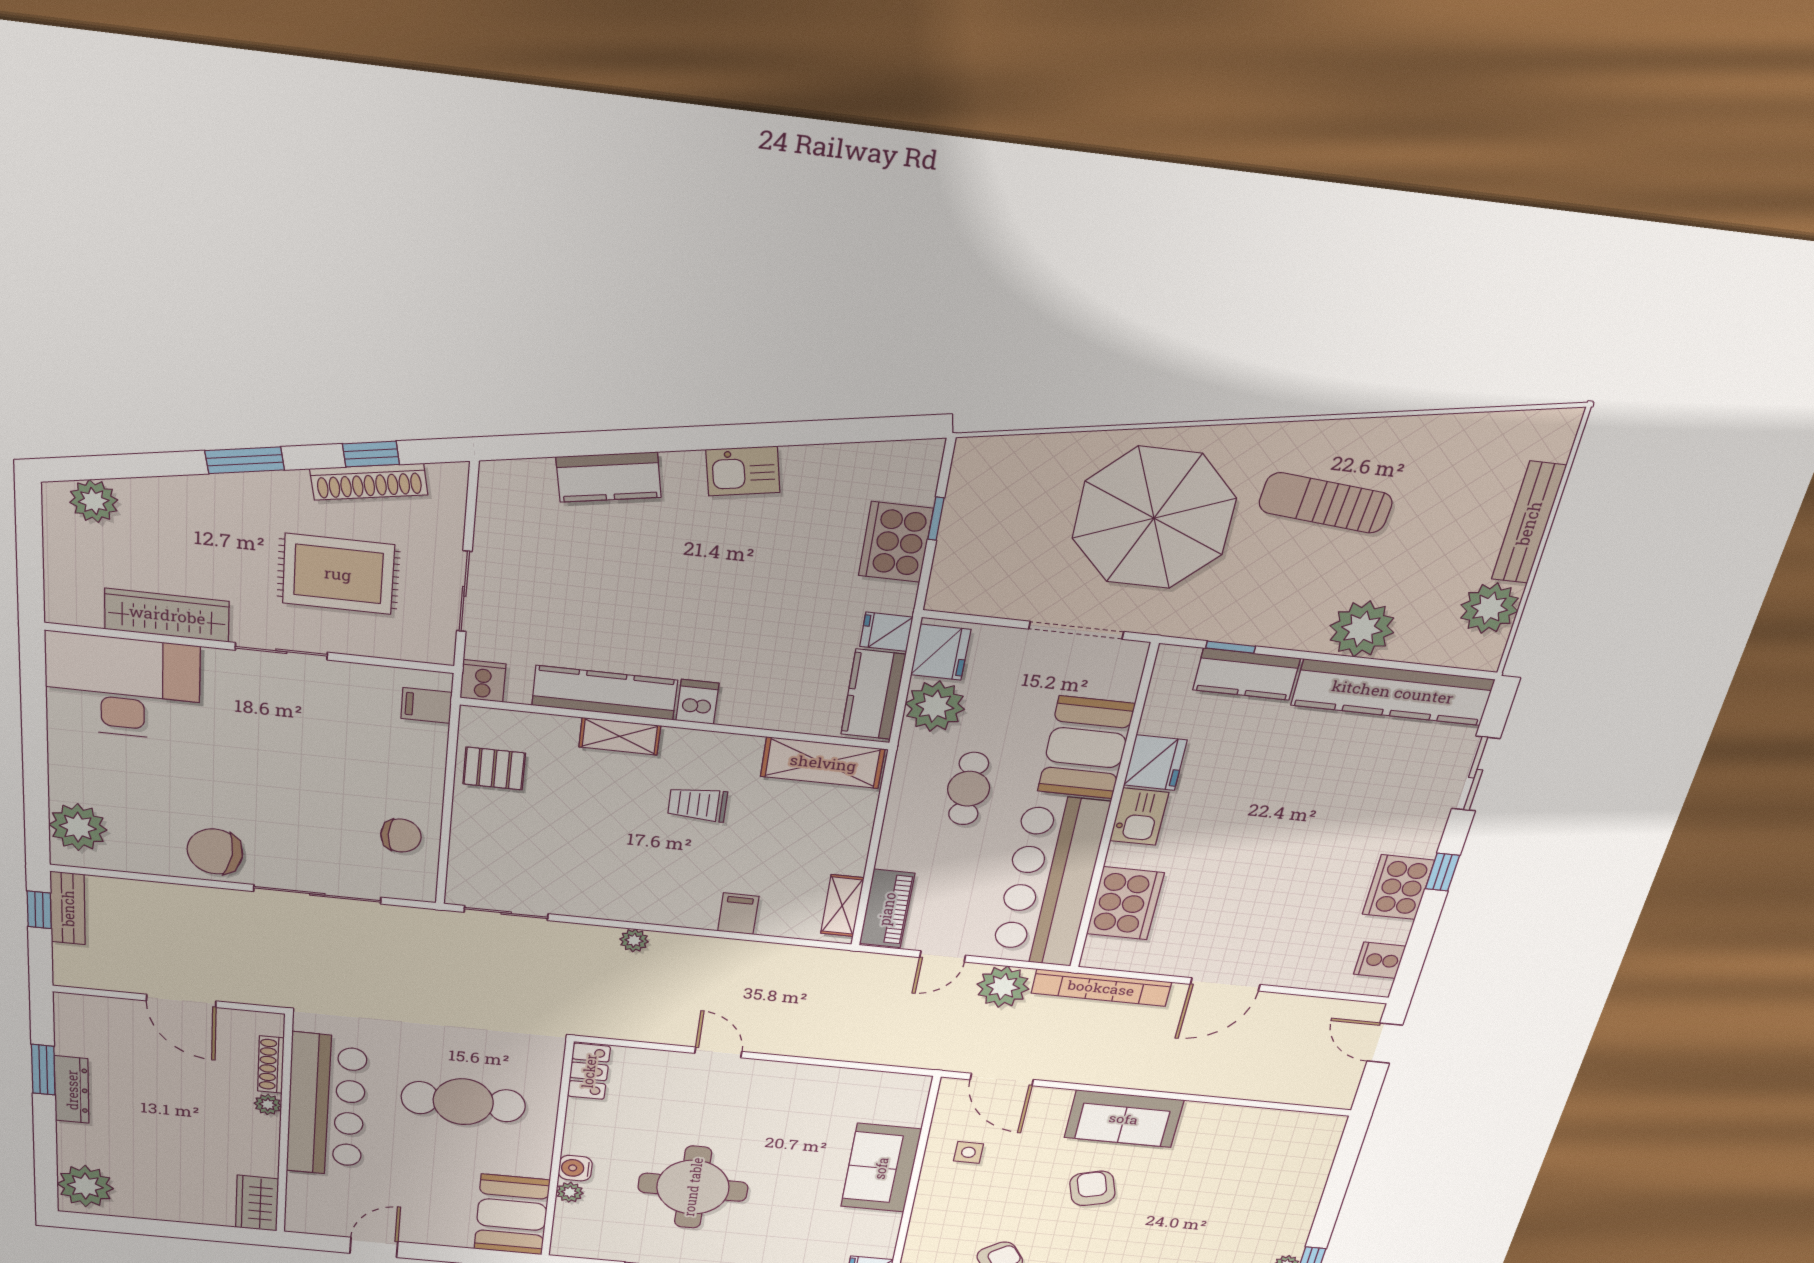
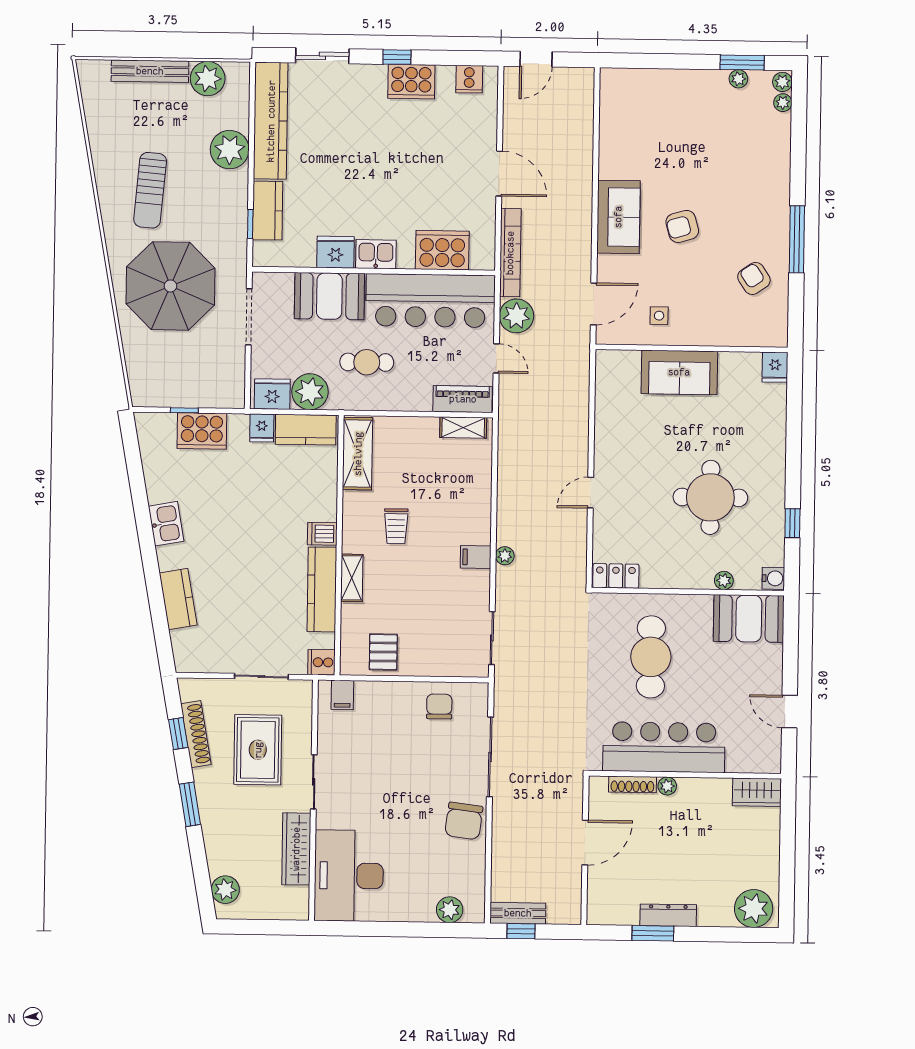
plant: (78, 827) -> (450, 910), width x0.73, depth x0.73
filing cabinet: (738, 914) -> (476, 557), moved
water cooler: (575, 1168) -> (773, 578), moved, turned -90

